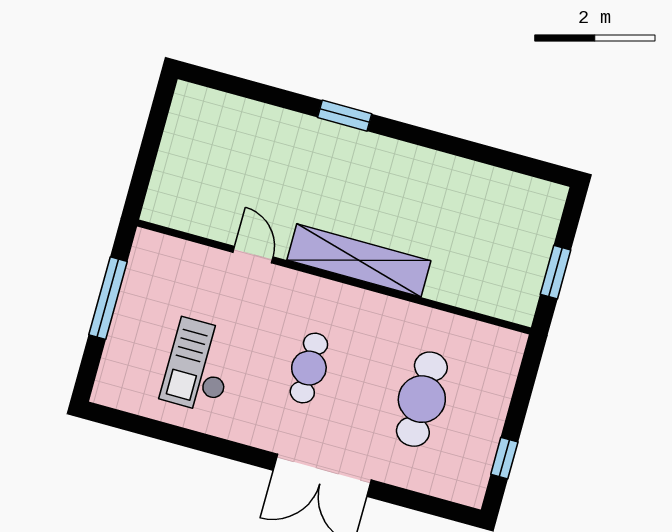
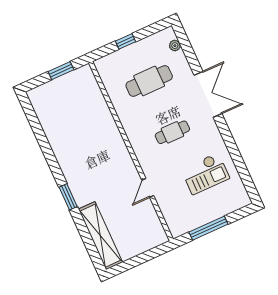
shelving: (359, 260) -> (100, 236), moved
window: (504, 458) -> (125, 41), moved
plant: (444, 487) -> (175, 46), added

